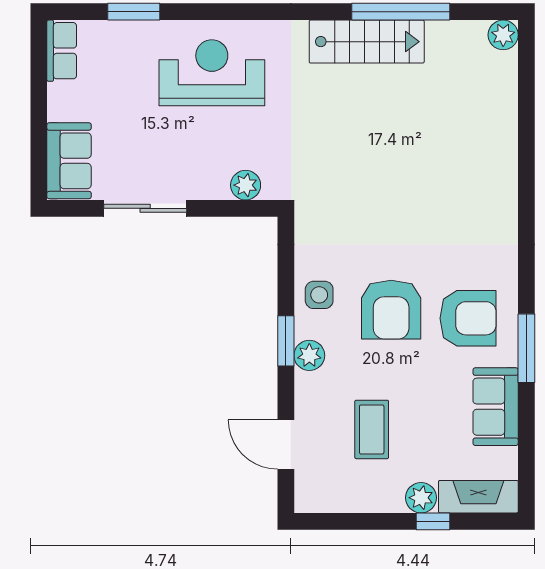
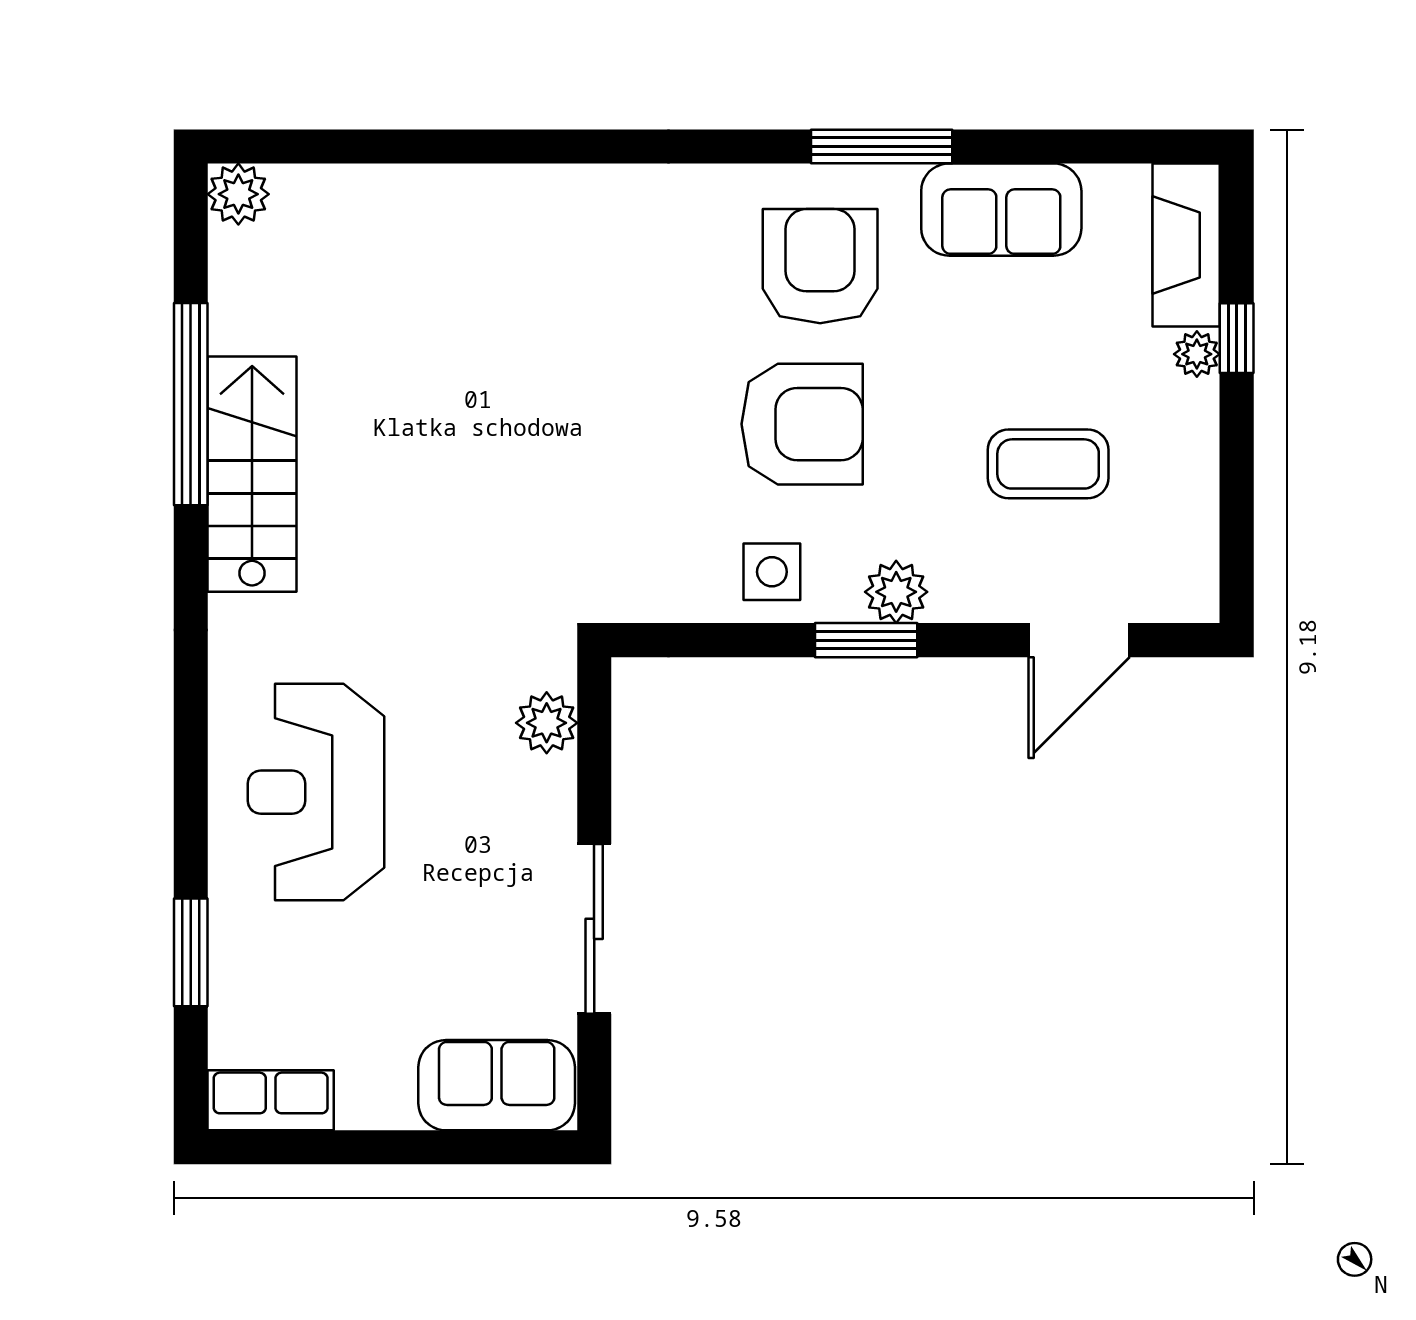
plant: (421, 498) -> (1197, 354), width x0.73, depth x0.73

